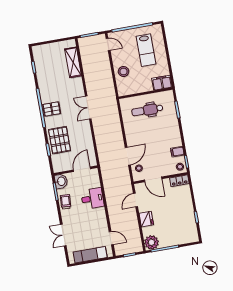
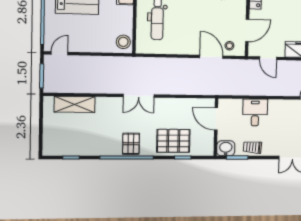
stool: (124, 72) -> (123, 42), moved

